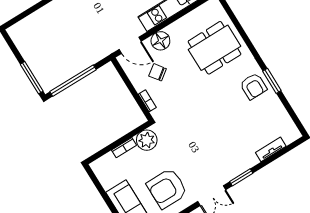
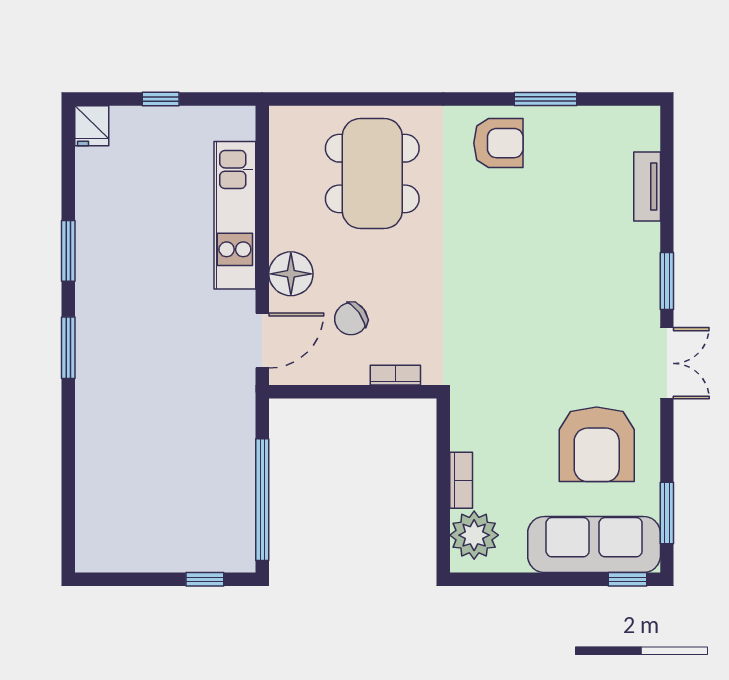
window: (32, 78) -> (205, 579), width x0.46
window: (272, 81) -> (546, 99), moved
plant: (147, 140) -> (474, 535), moved

